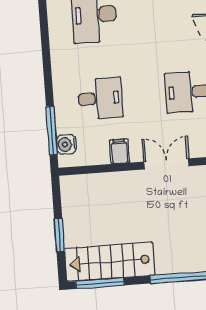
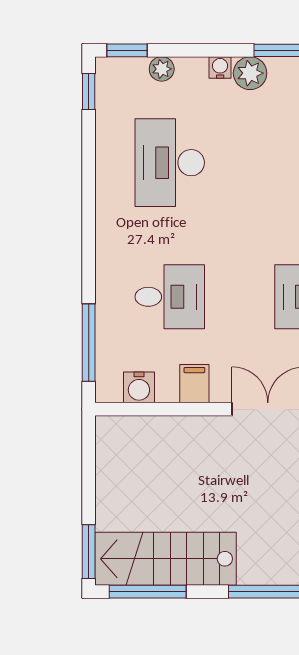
water cooler: (66, 144) -> (139, 387), moved, turned -90
window: (59, 235) -> (89, 552), moved

